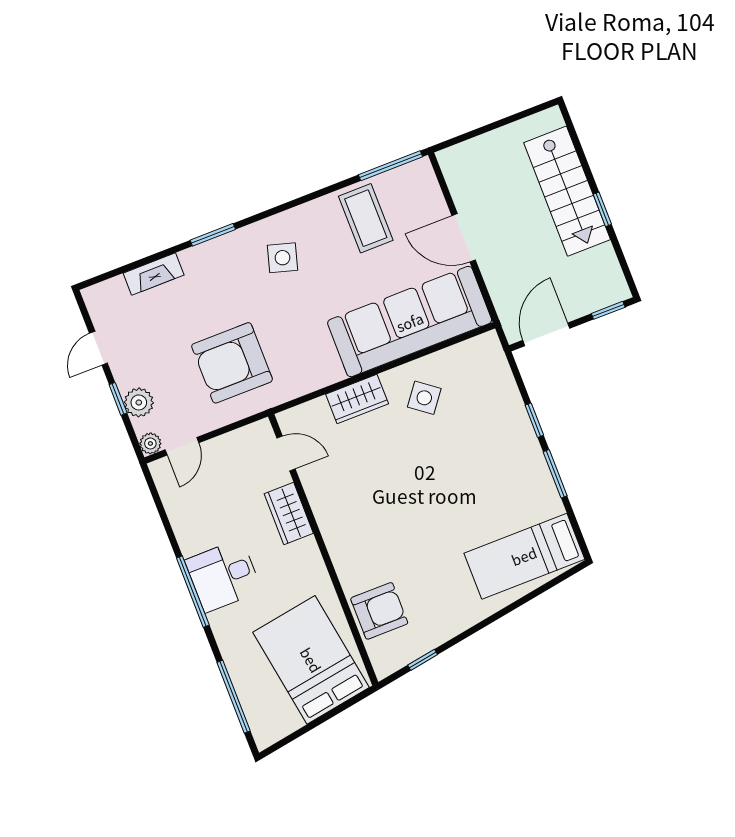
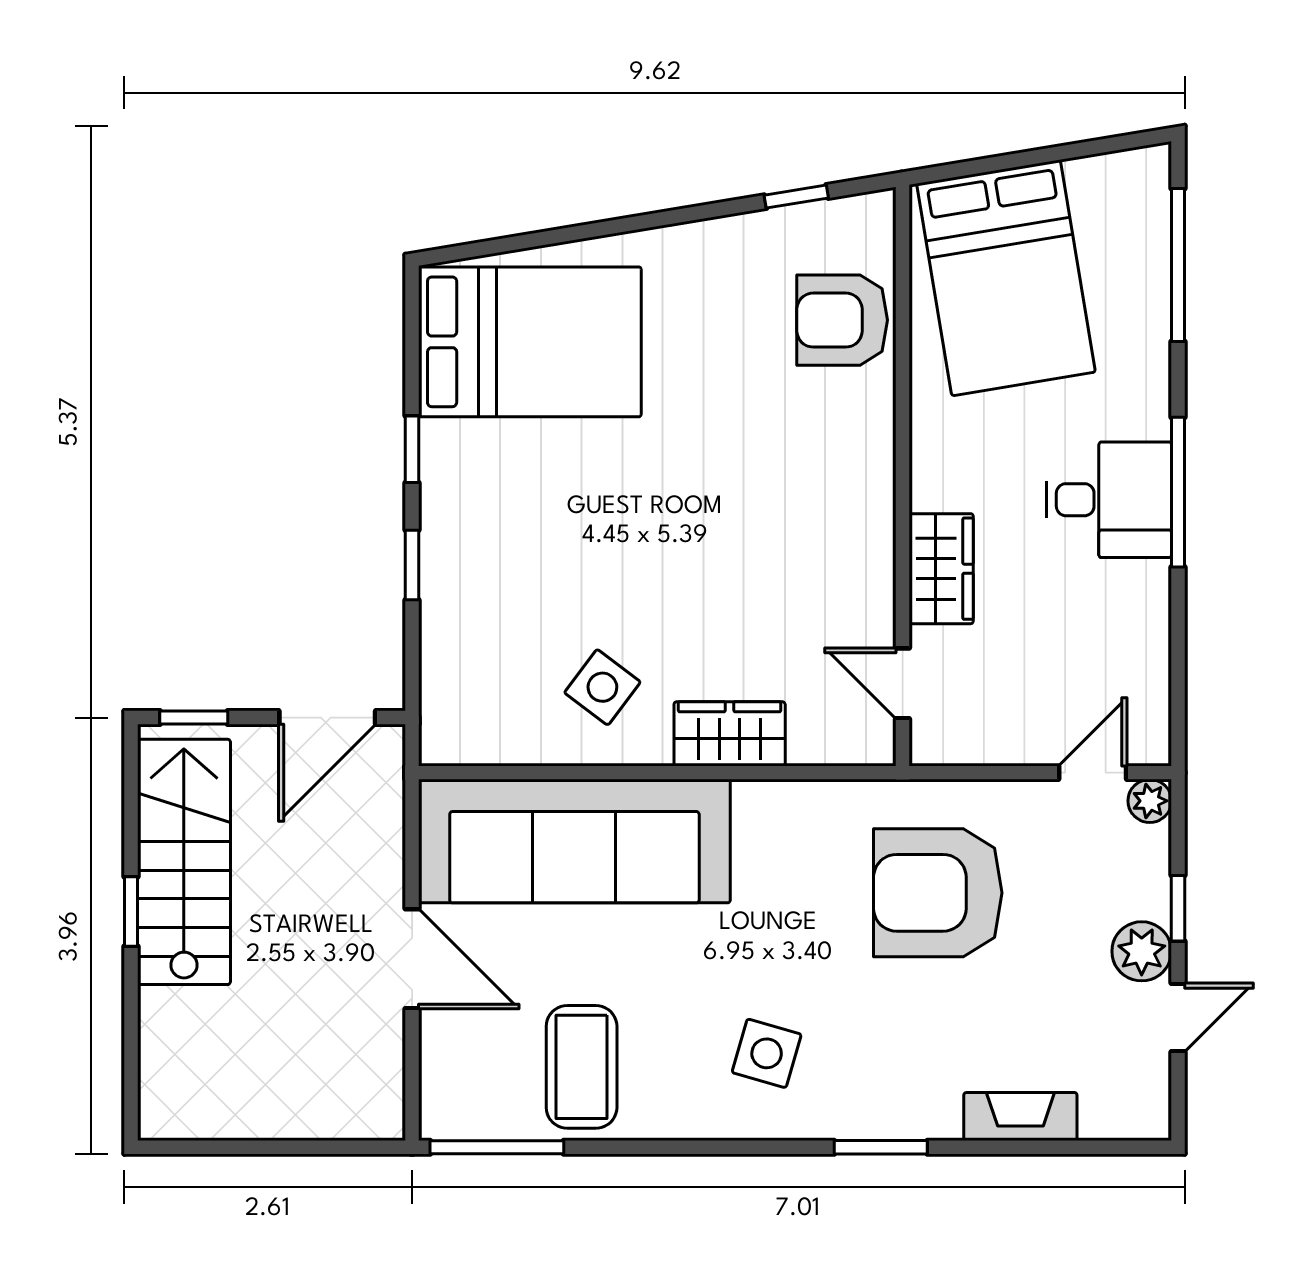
stairs: (567, 191) -> (184, 862), moved
armchair: (232, 363) -> (938, 893), turned 180
plant: (139, 402) -> (1142, 951), moved
window: (555, 474) -> (412, 449), width x0.67
bed: (524, 556) -> (530, 342), width x1.50

